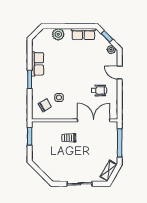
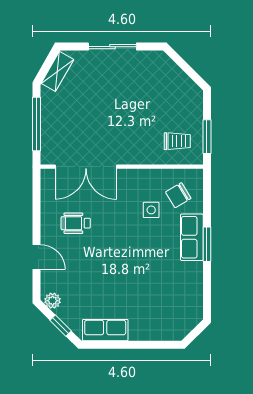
plant: (58, 34) -> (153, 330), removed
row of seats: (38, 64) -> (192, 237), moved
trolley: (69, 138) -> (177, 141), moved

